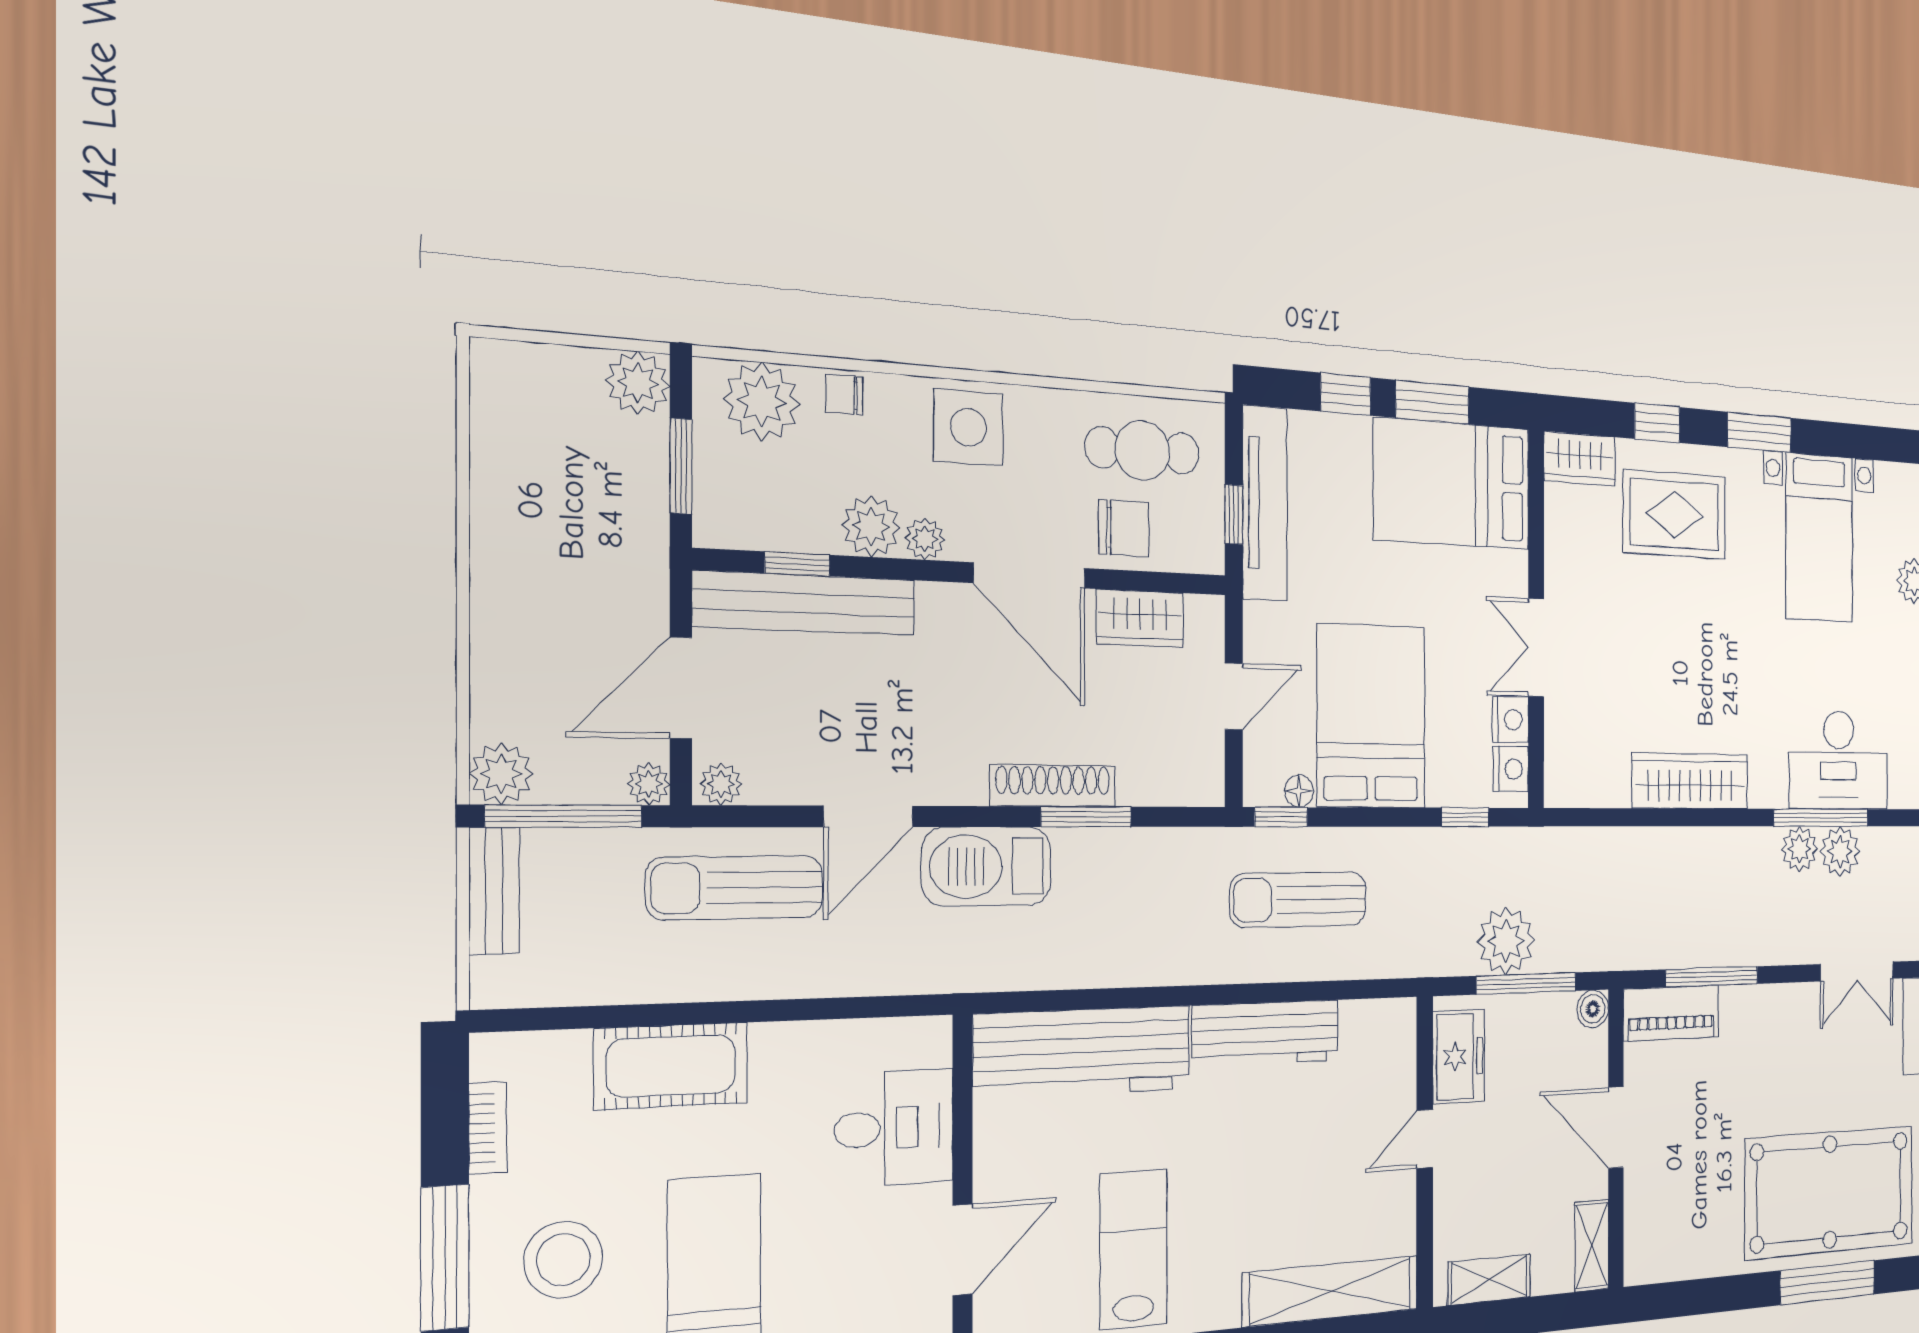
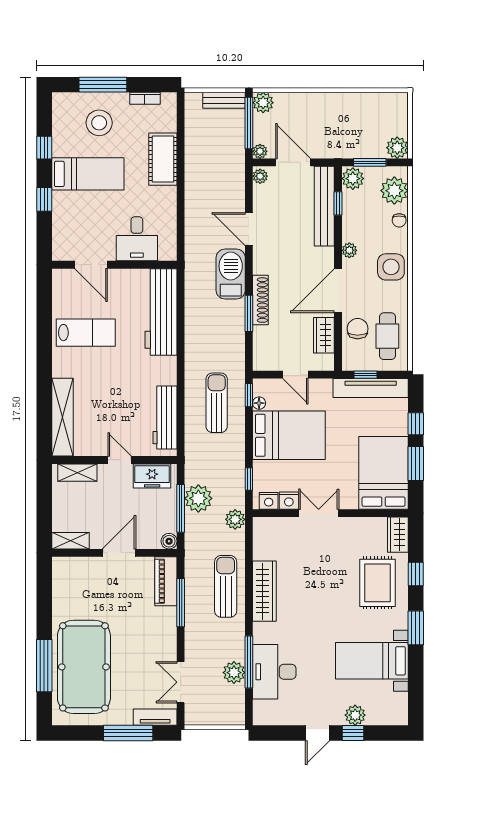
chair: (844, 394) -> (399, 220), turned 180
plant: (871, 526) -> (353, 179), moved
chair: (1124, 528) -> (358, 329), turned 180
plant: (1799, 849) -> (235, 519), moved
sun lounger: (735, 888) -> (226, 586), moved
workbench: (1266, 1033) -> (165, 417), moved
shelving: (1489, 1280) -> (77, 473), moved, turned 90

